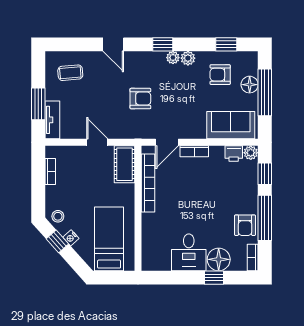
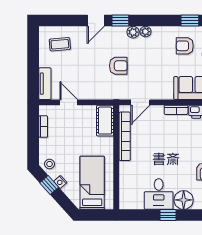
door: (113, 44) -> (96, 21), hinge flipped
window: (163, 44) -> (120, 21), moved
plant: (188, 58) -> (133, 32), moved
window: (38, 104) -> (33, 70), removed
door: (97, 142) -> (69, 102), moved
bookcase: (194, 151) -> (176, 110), moved
window: (214, 278) -> (168, 215), moved

